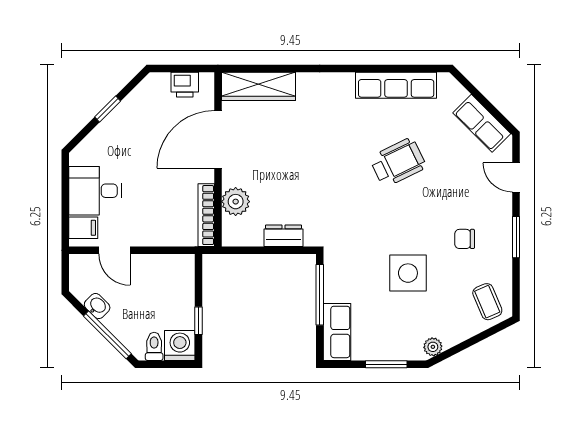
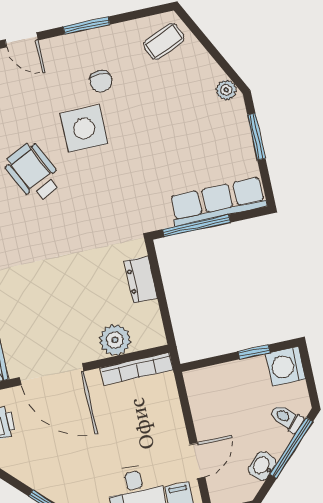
door: (516, 177) -> (21, 40), hinge flipped
side table: (408, 273) -> (84, 128), moved
row of seats: (337, 332) -> (218, 201), width x1.48
toilet: (154, 346) -> (287, 418), moved, turned 45

